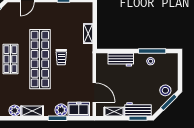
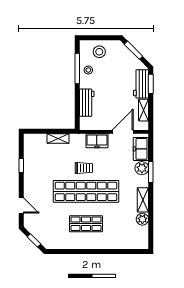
freezer: (86, 69) -> (97, 141), added
stool: (165, 90) -> (99, 52), moved

